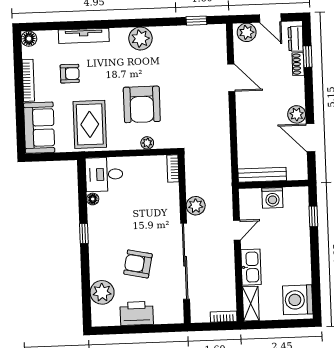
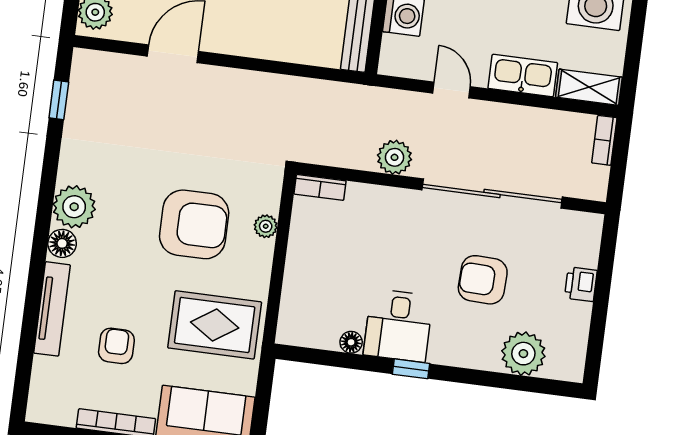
floor lamp: (29, 39) -> (62, 243), moved
desk: (104, 174) -> (398, 326), moved
armchair: (138, 264) -> (483, 280), turned 80
printer: (137, 313) -> (581, 284), width x0.53, depth x0.68

